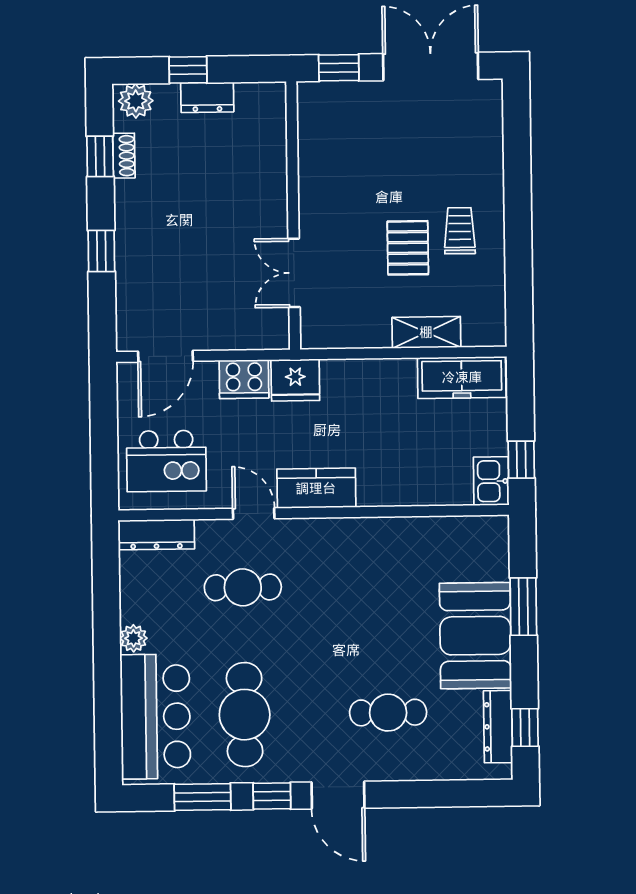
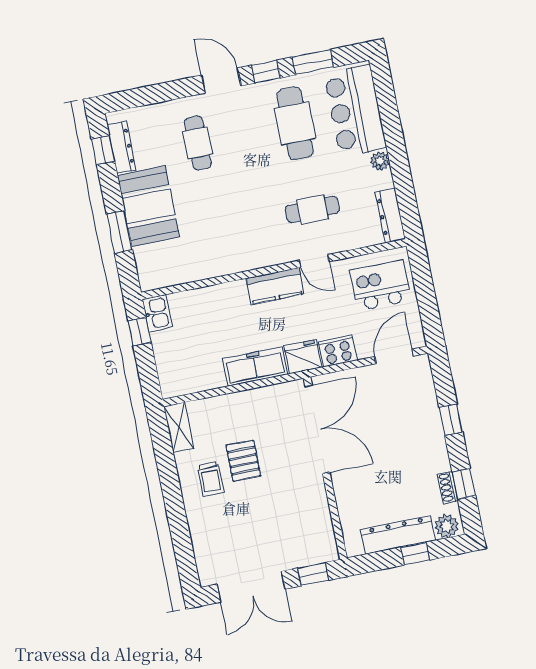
dresser: (207, 97) -> (398, 535), width x1.96, depth x1.24
double door: (294, 273) -> (317, 429), width x1.87
shelving: (426, 332) -> (179, 427), moved, turned 90
freezer: (462, 377) -> (255, 367), moved
dresser: (156, 535) -> (390, 215), moved, turned -90
cafe table: (388, 713) -> (198, 143), turned 90

